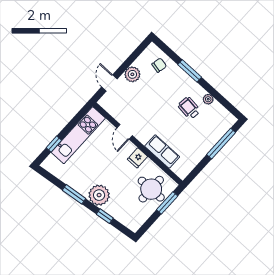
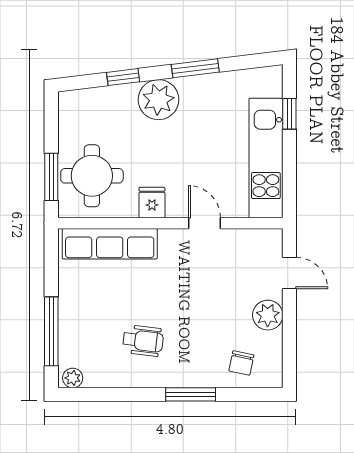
plant: (208, 99) -> (73, 378), moved
row of seats: (162, 152) -> (110, 244), width x1.48

